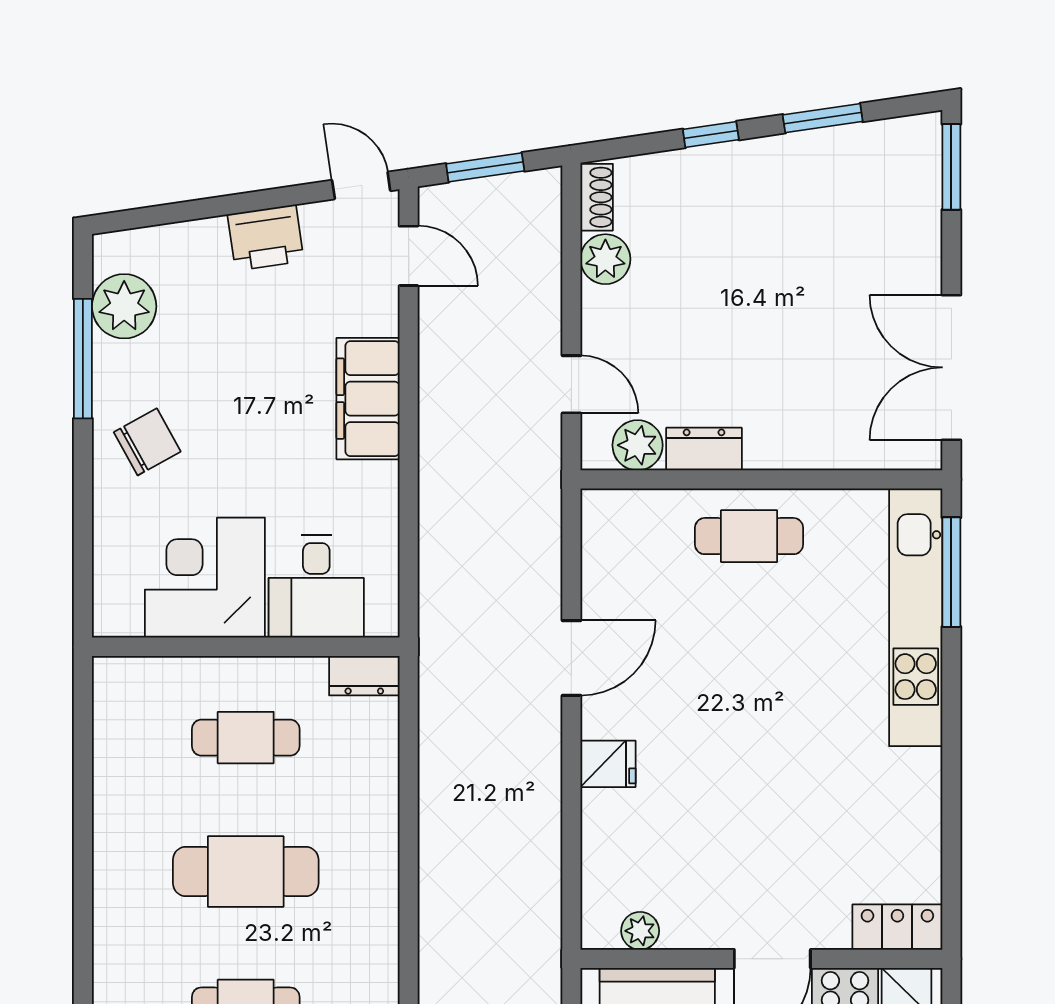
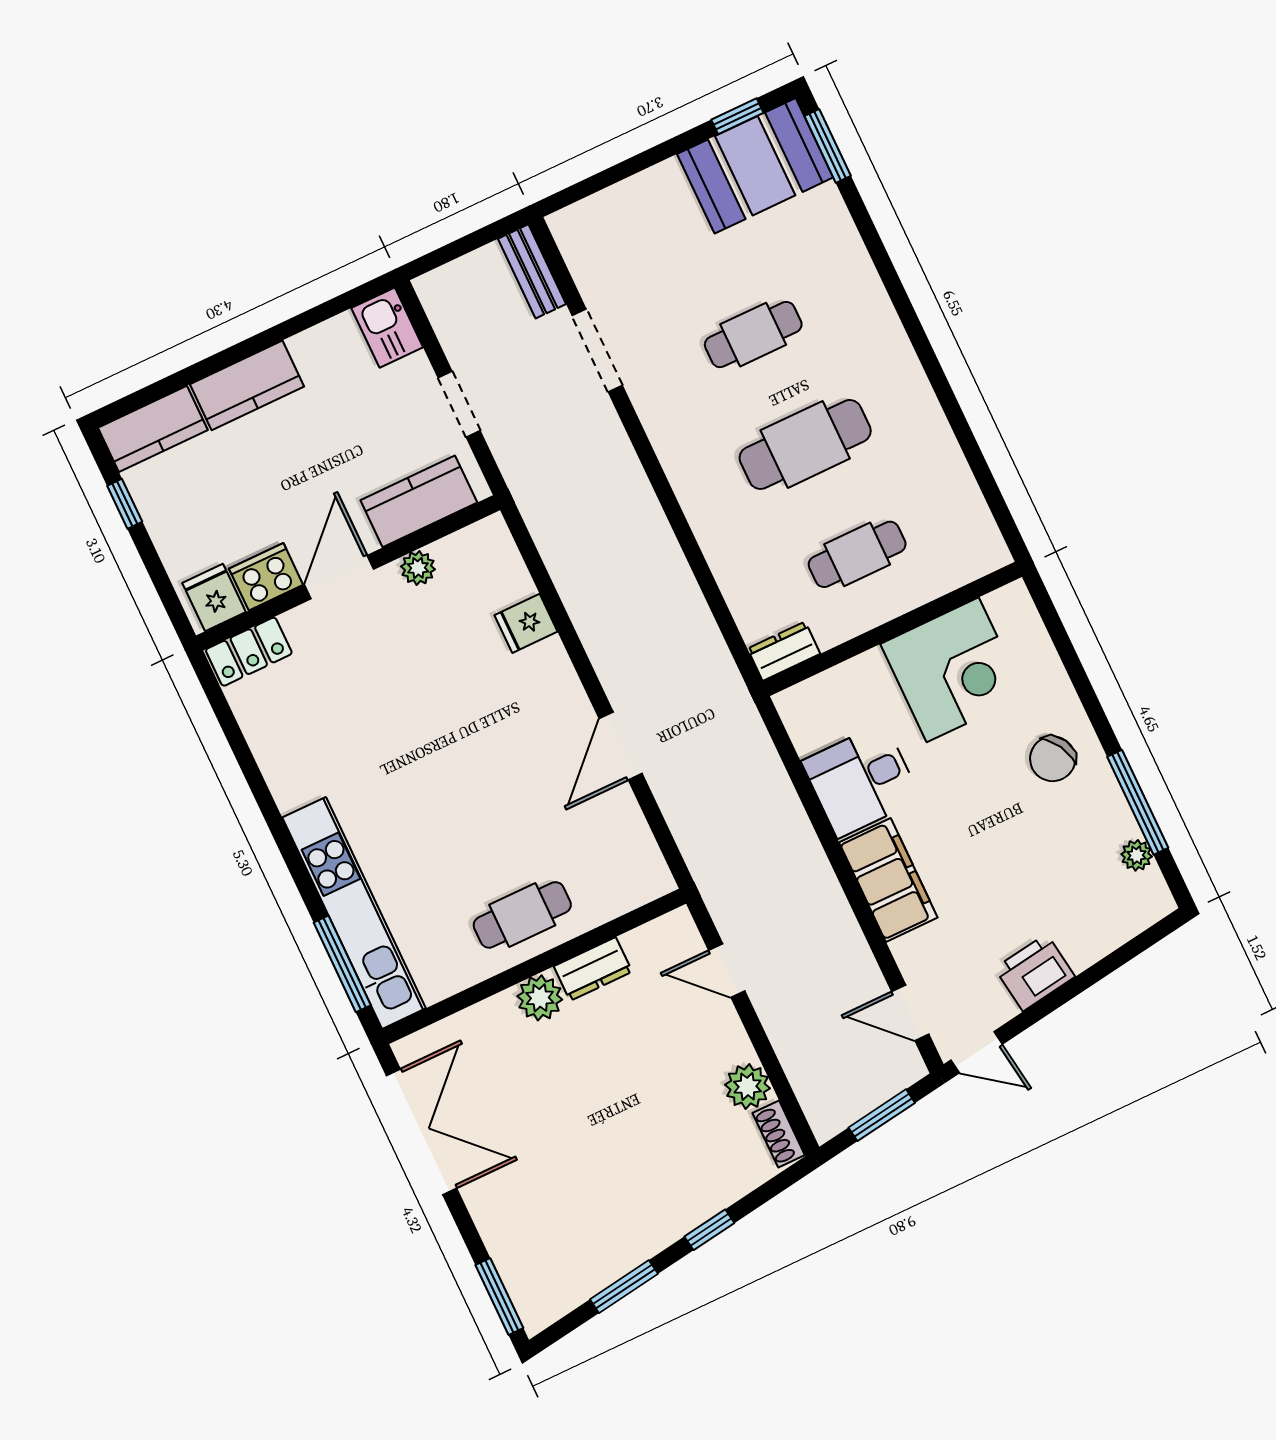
plant: (124, 306) -> (1137, 855), width x0.53, depth x0.53
plant: (638, 445) -> (540, 998), moved
desk: (316, 586) -> (861, 780), moved, turned -90
fridge: (608, 764) -> (526, 623), moved
plant: (640, 931) -> (418, 568), moved

